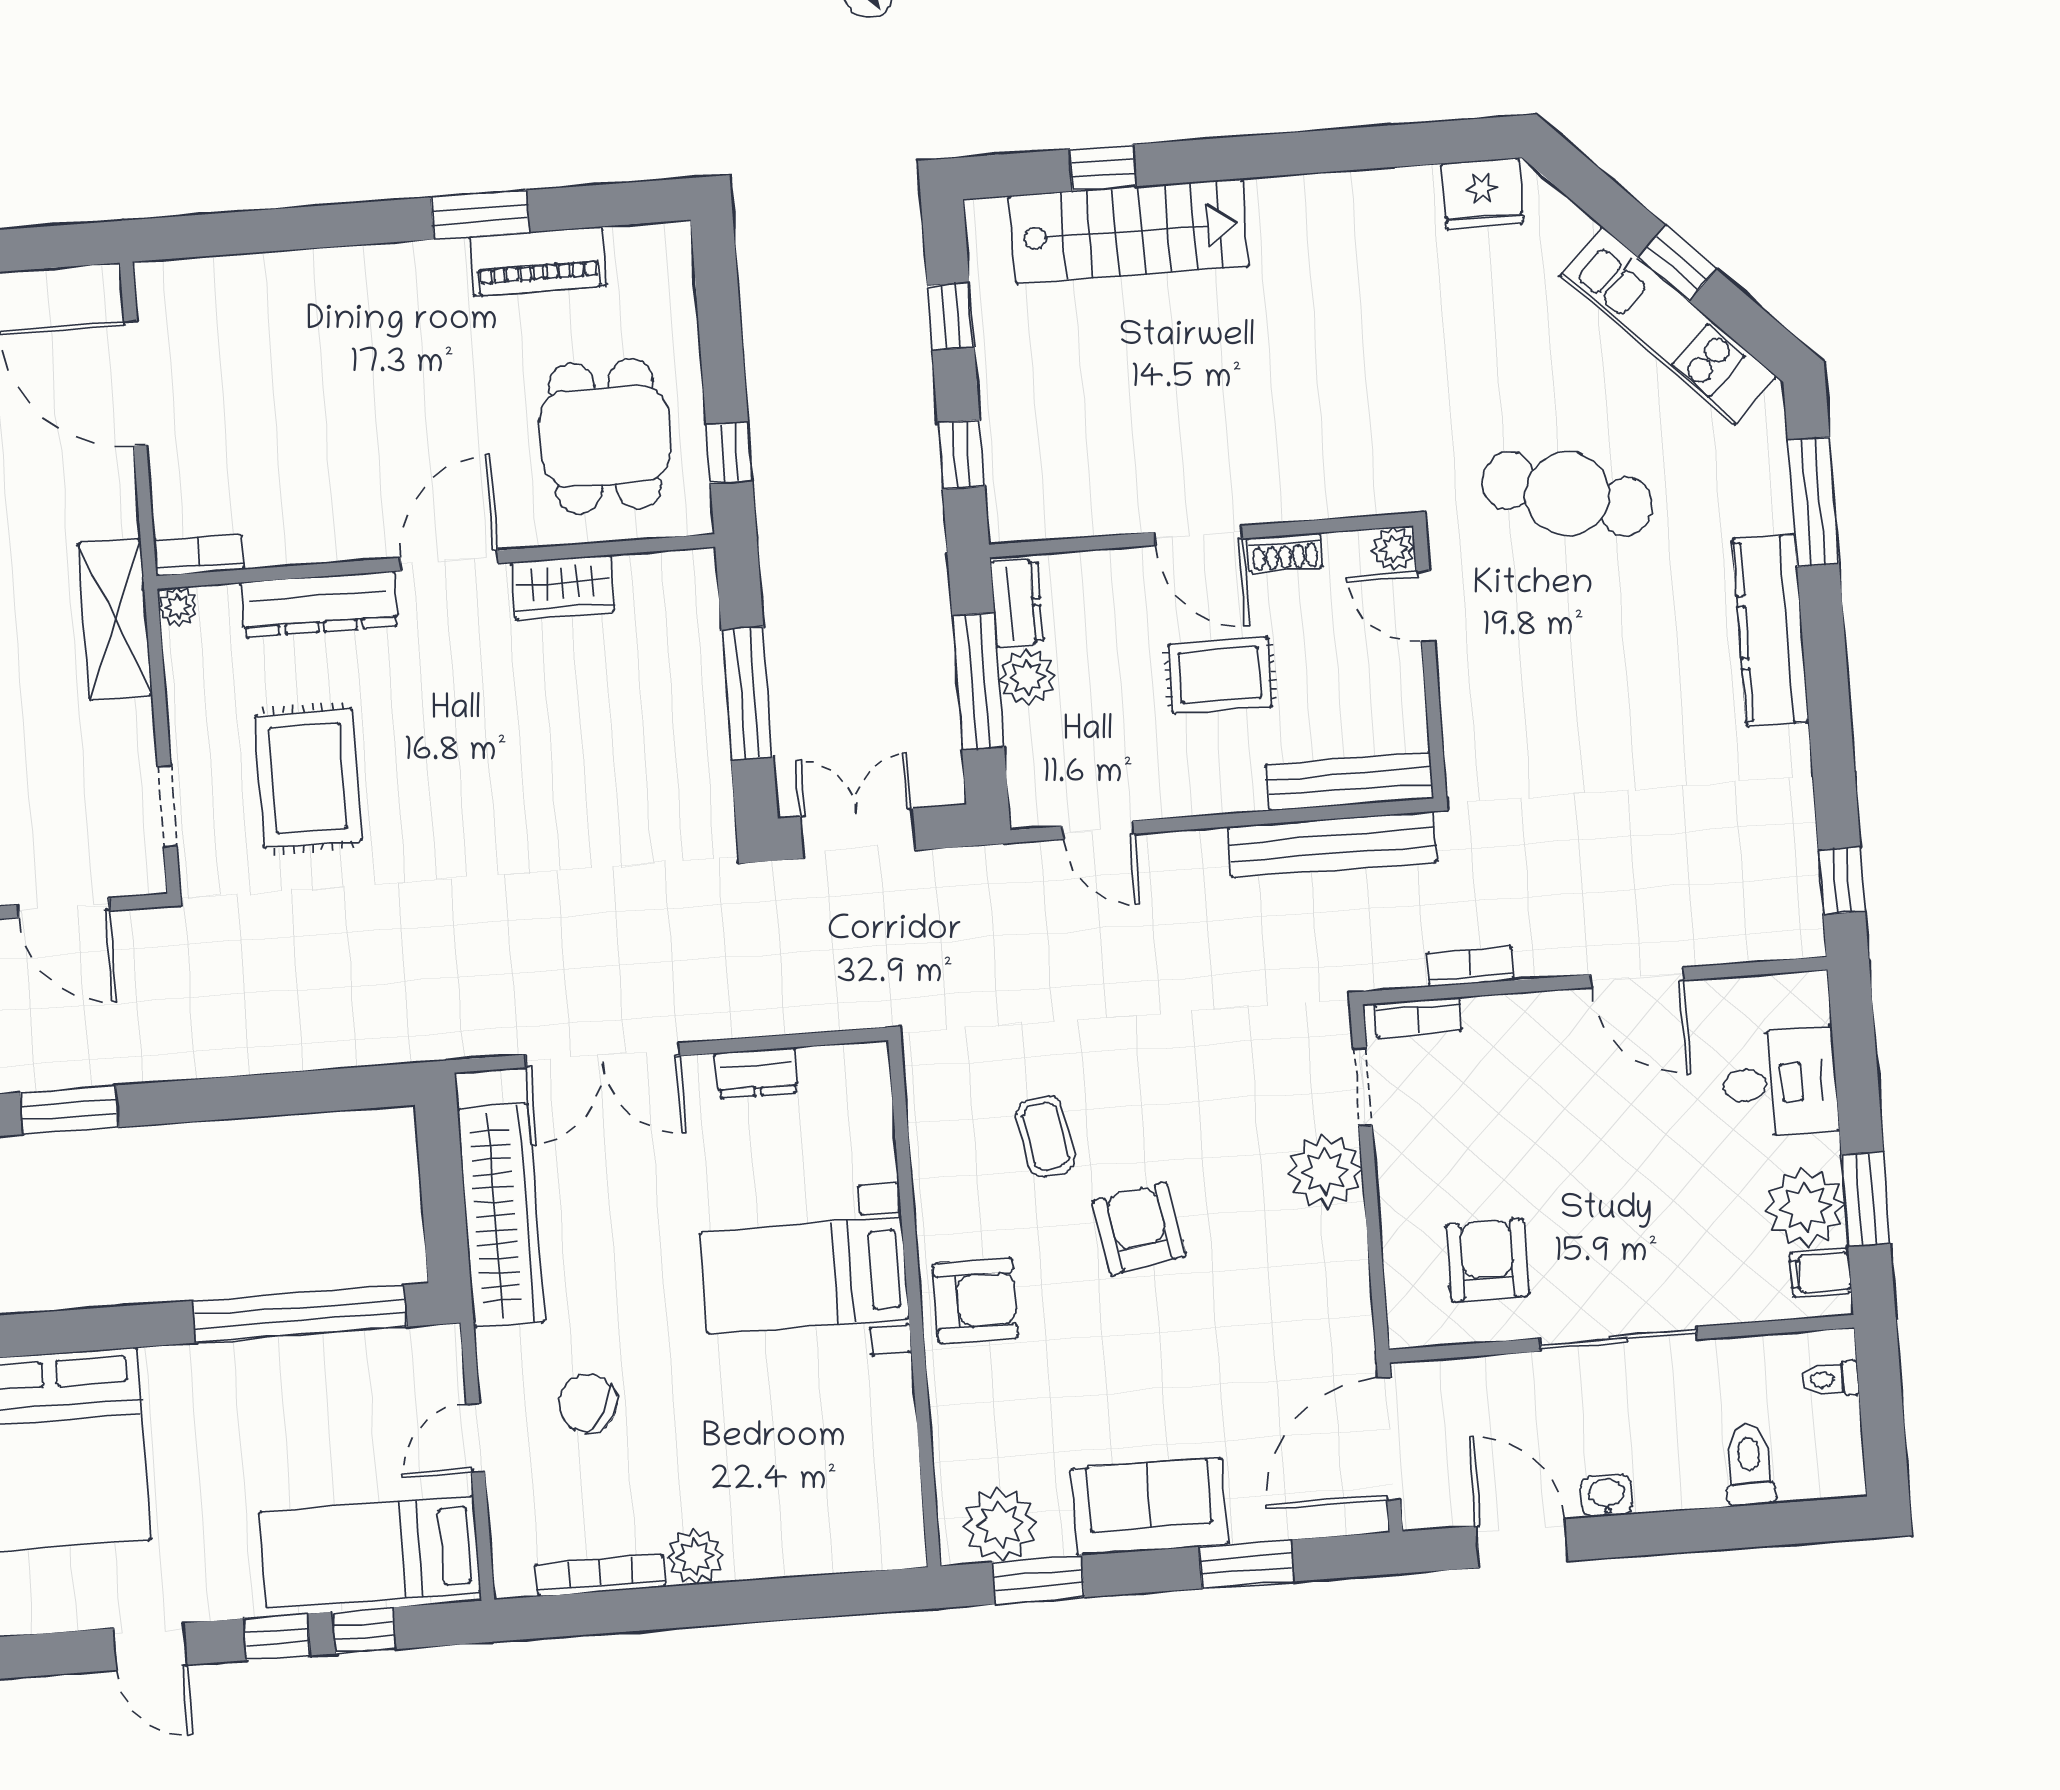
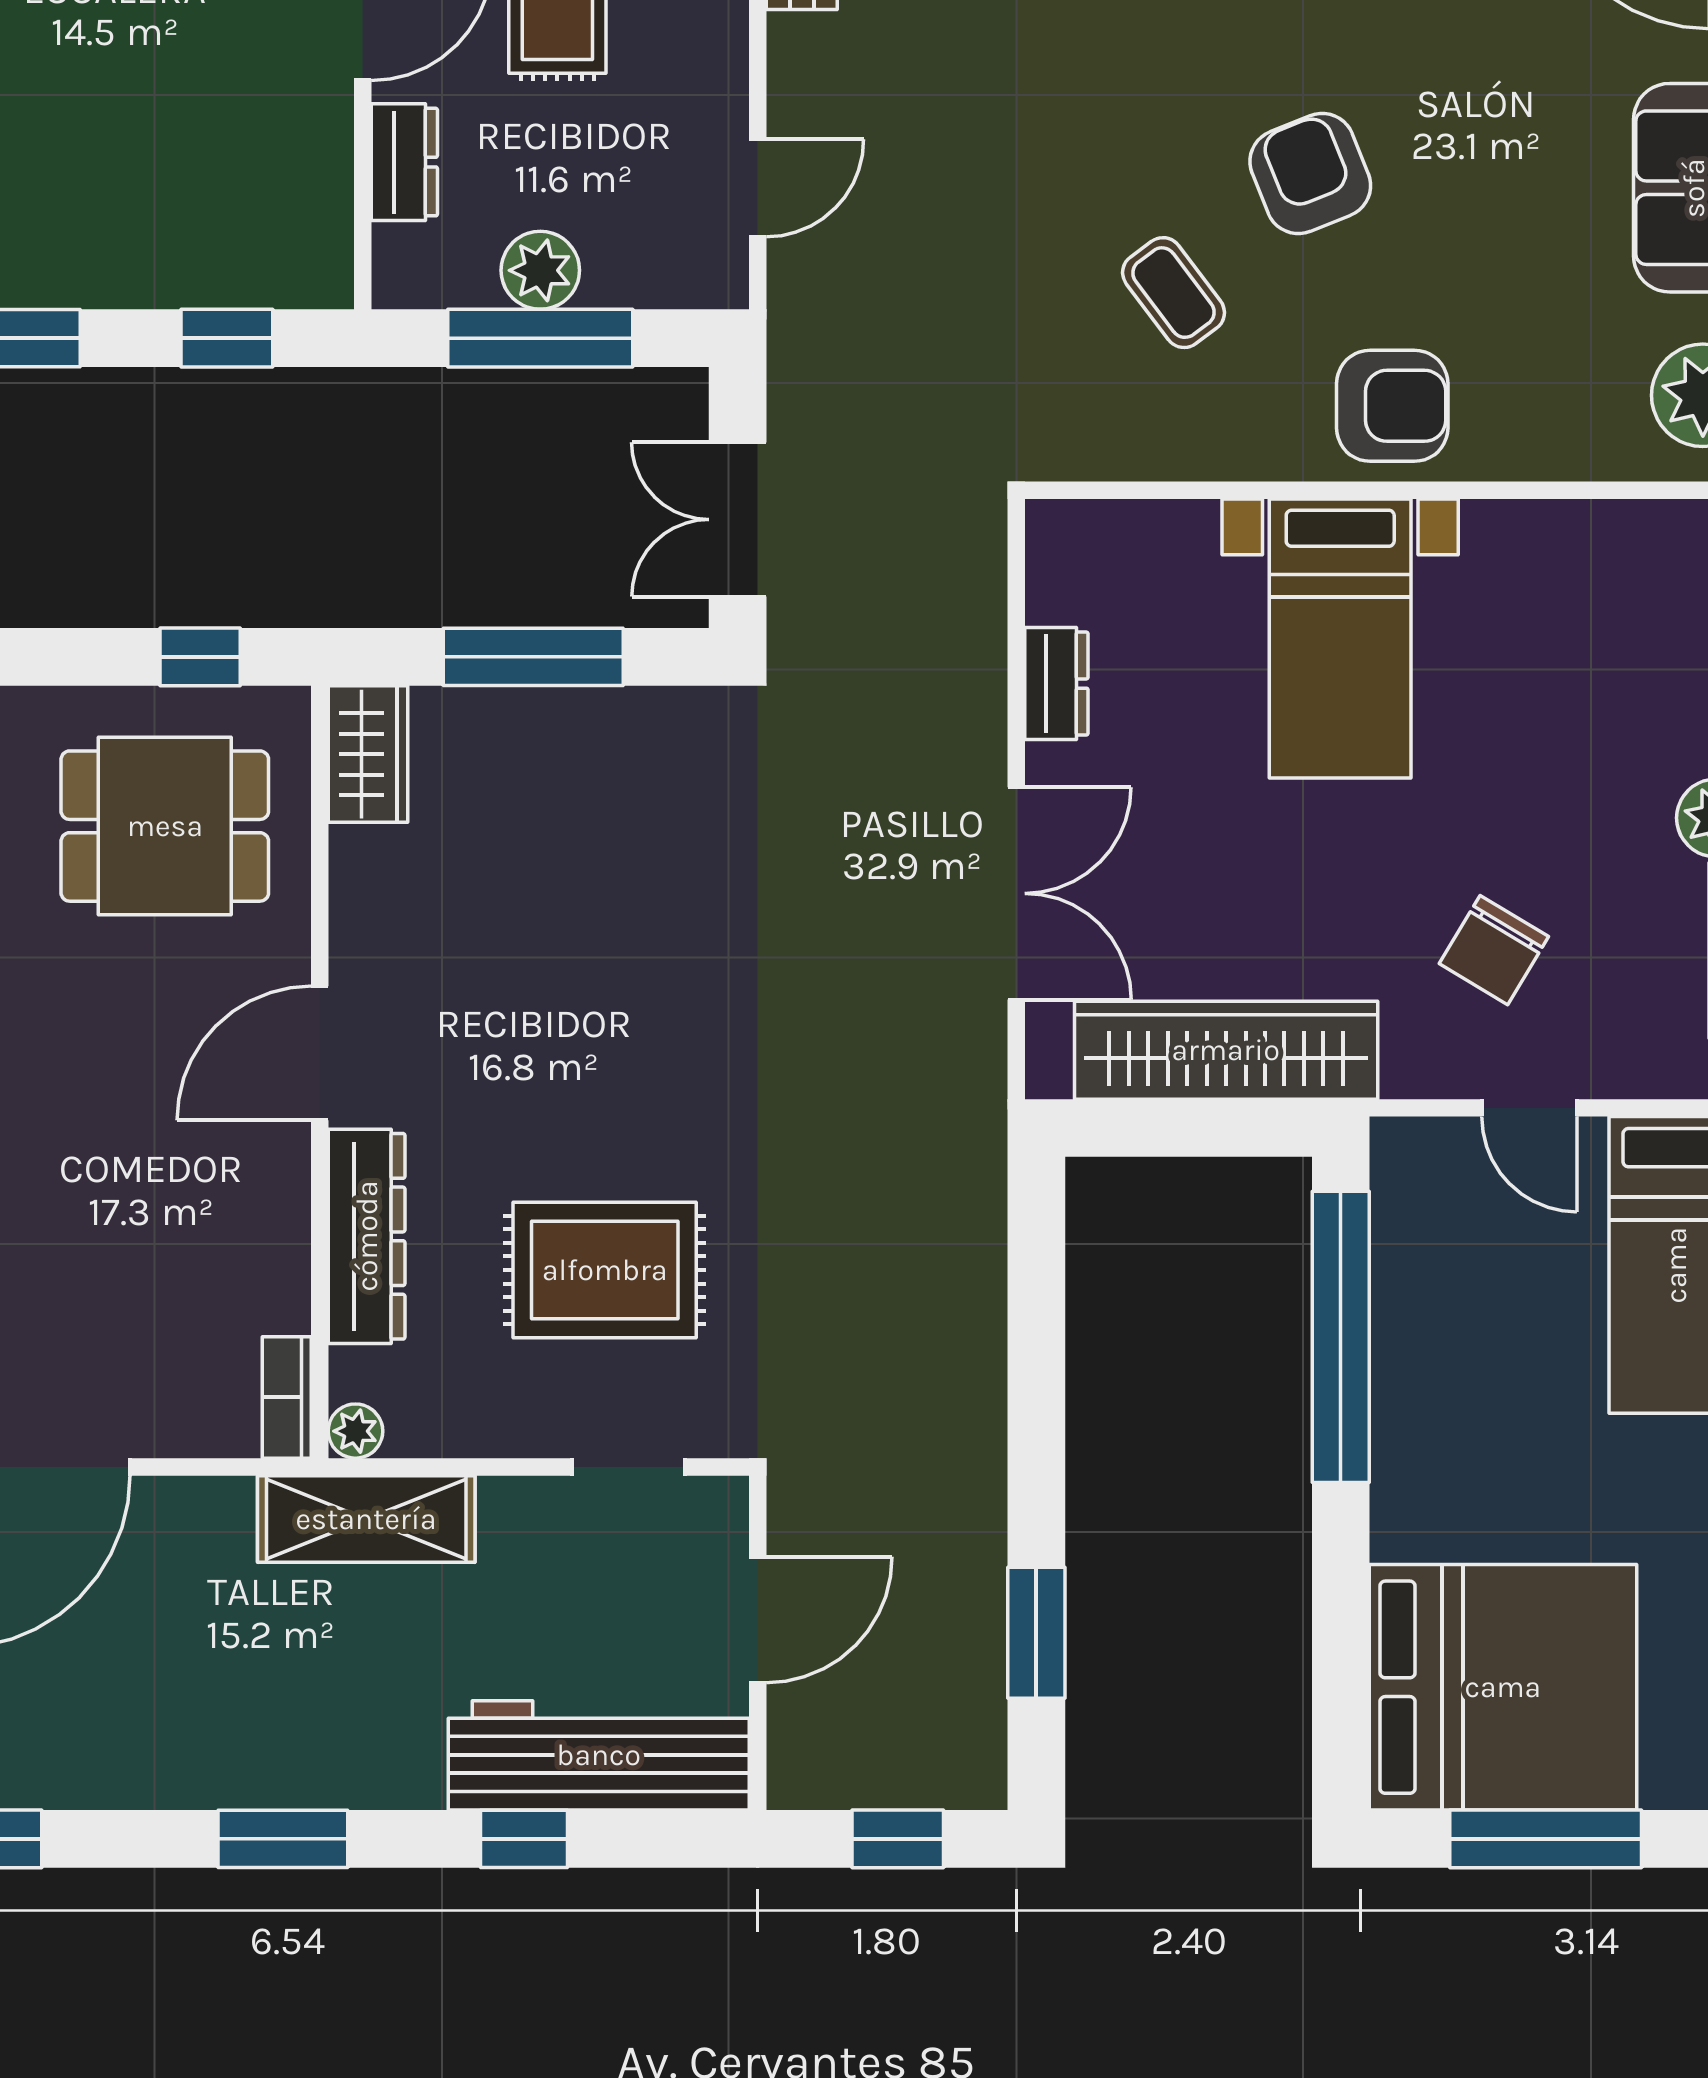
door: (449, 560) -> (320, 1053), hinge flipped
wardrobe: (563, 587) -> (368, 754), moved
dresser: (1017, 603) -> (404, 162), moved, turned 90
coffee table: (1045, 1136) -> (1174, 293), turned 63
armchair: (1139, 1229) -> (1310, 174), turned 78
armchair: (976, 1300) -> (1392, 406), turned 90

